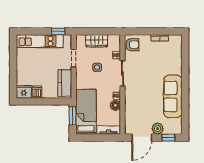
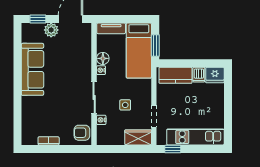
wardrobe: (97, 41) -> (138, 137), moved
kitchen counter: (65, 83) -> (176, 75), moved, turned 90

